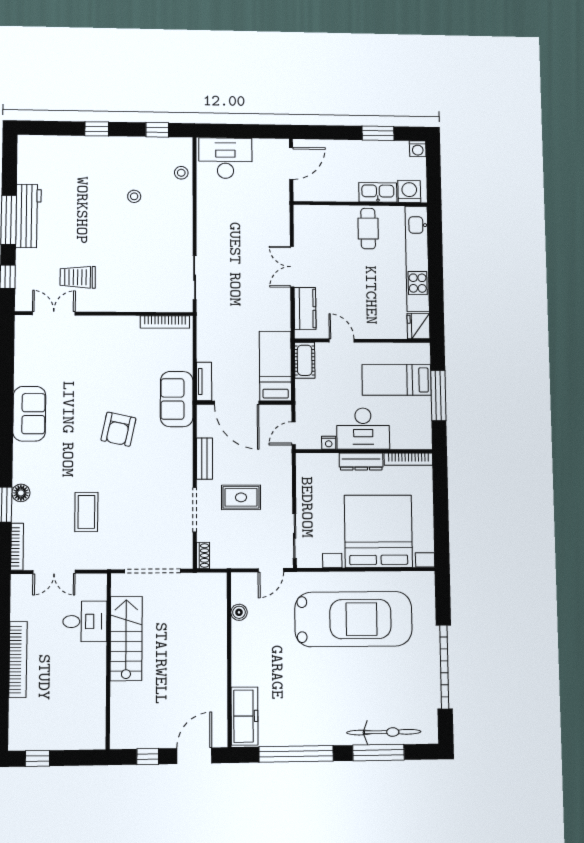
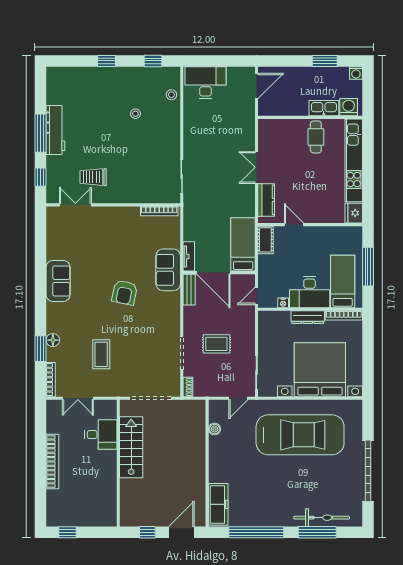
bed: (397, 380) -> (343, 281), moved, turned 90
bench: (205, 459) -> (189, 290), moved

